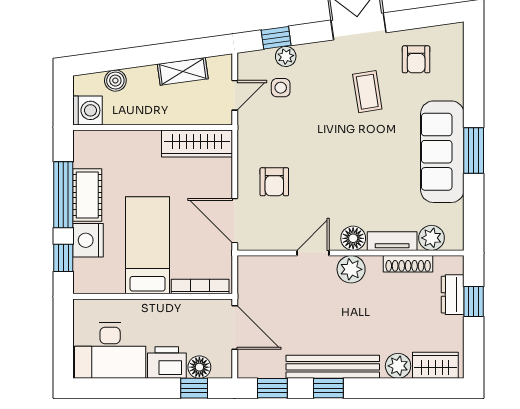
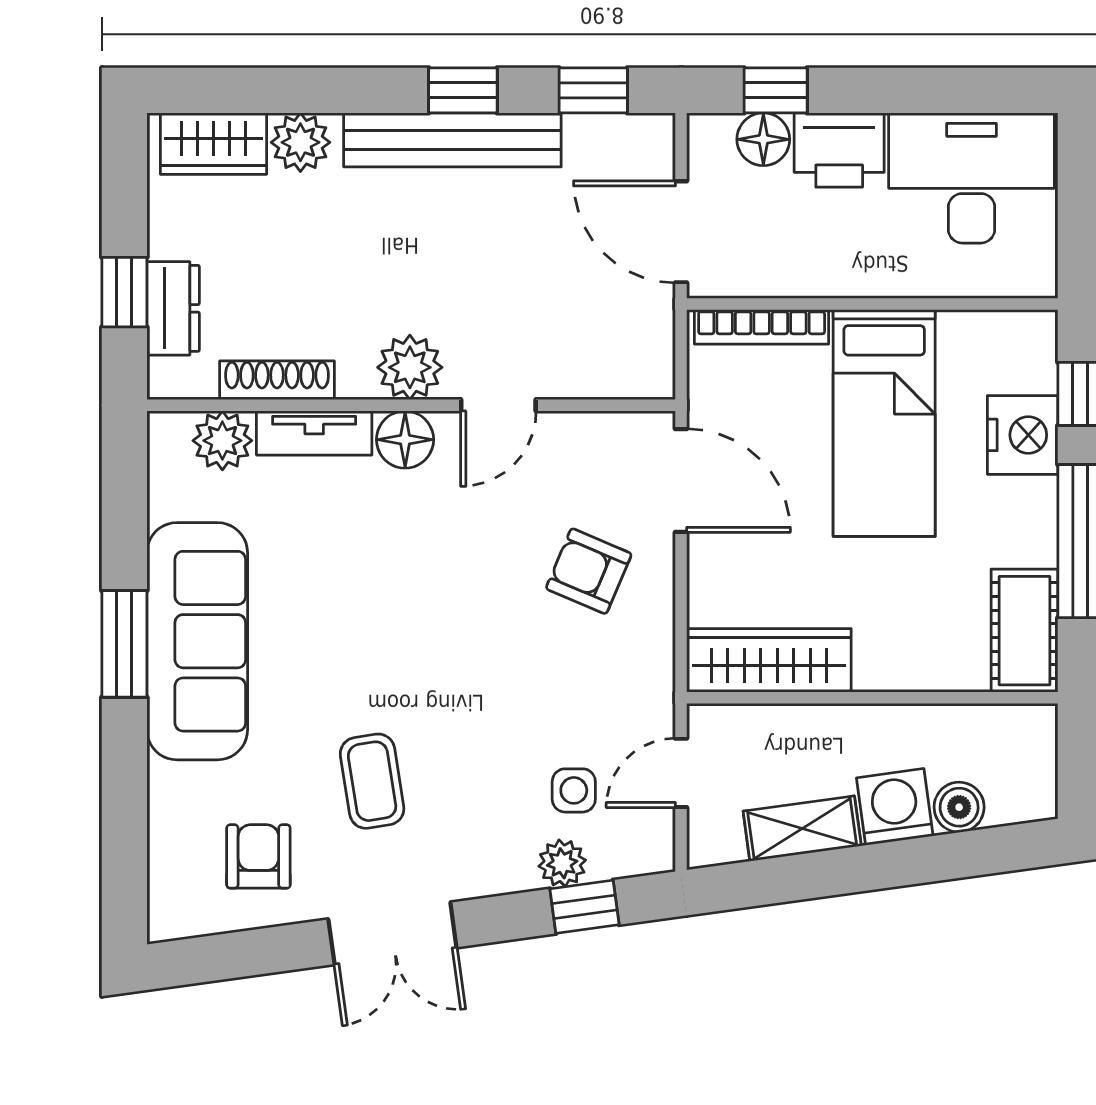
washing machine: (88, 110) -> (895, 807), moved, turned 82
armchair: (274, 182) -> (589, 571), turned -67
cot: (87, 195) -> (1024, 631), moved

